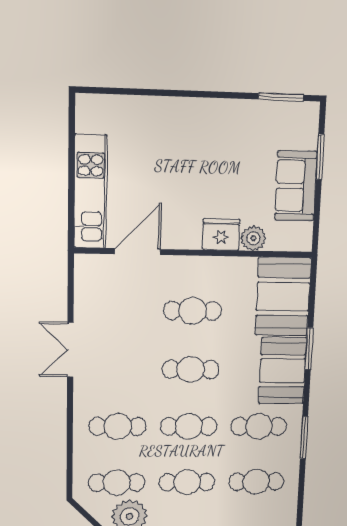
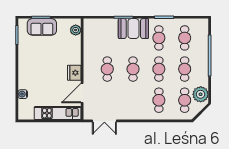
water cooler: (138, 107) -> (23, 94), added
sofa: (296, 186) -> (42, 27), moved
fridge: (221, 235) -> (74, 73), moved
plant: (253, 238) -> (76, 30), moved
door: (138, 252) -> (82, 93), hinge flipped
booth: (283, 297) -> (101, 30), removed
double door: (70, 350) -> (104, 121), moved

